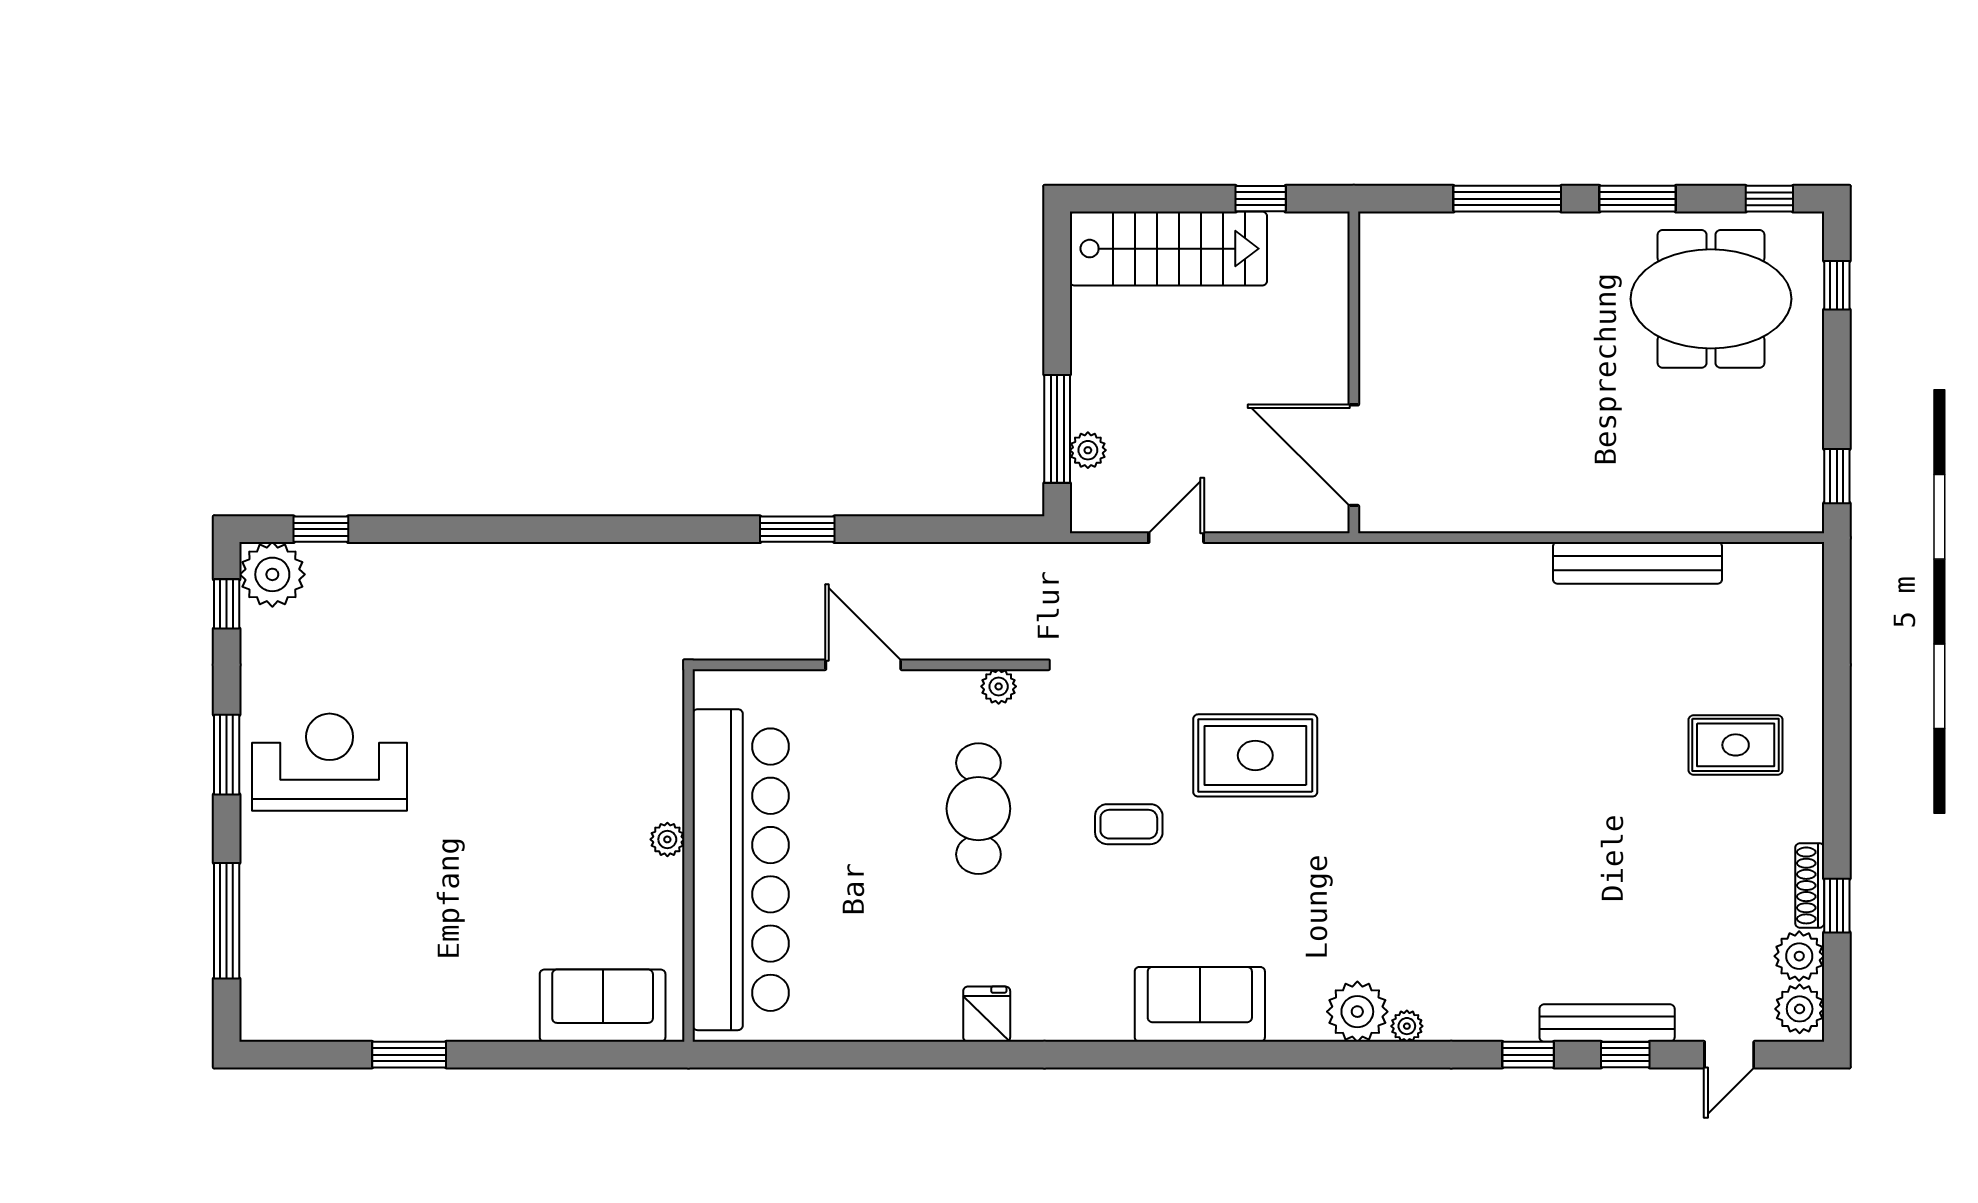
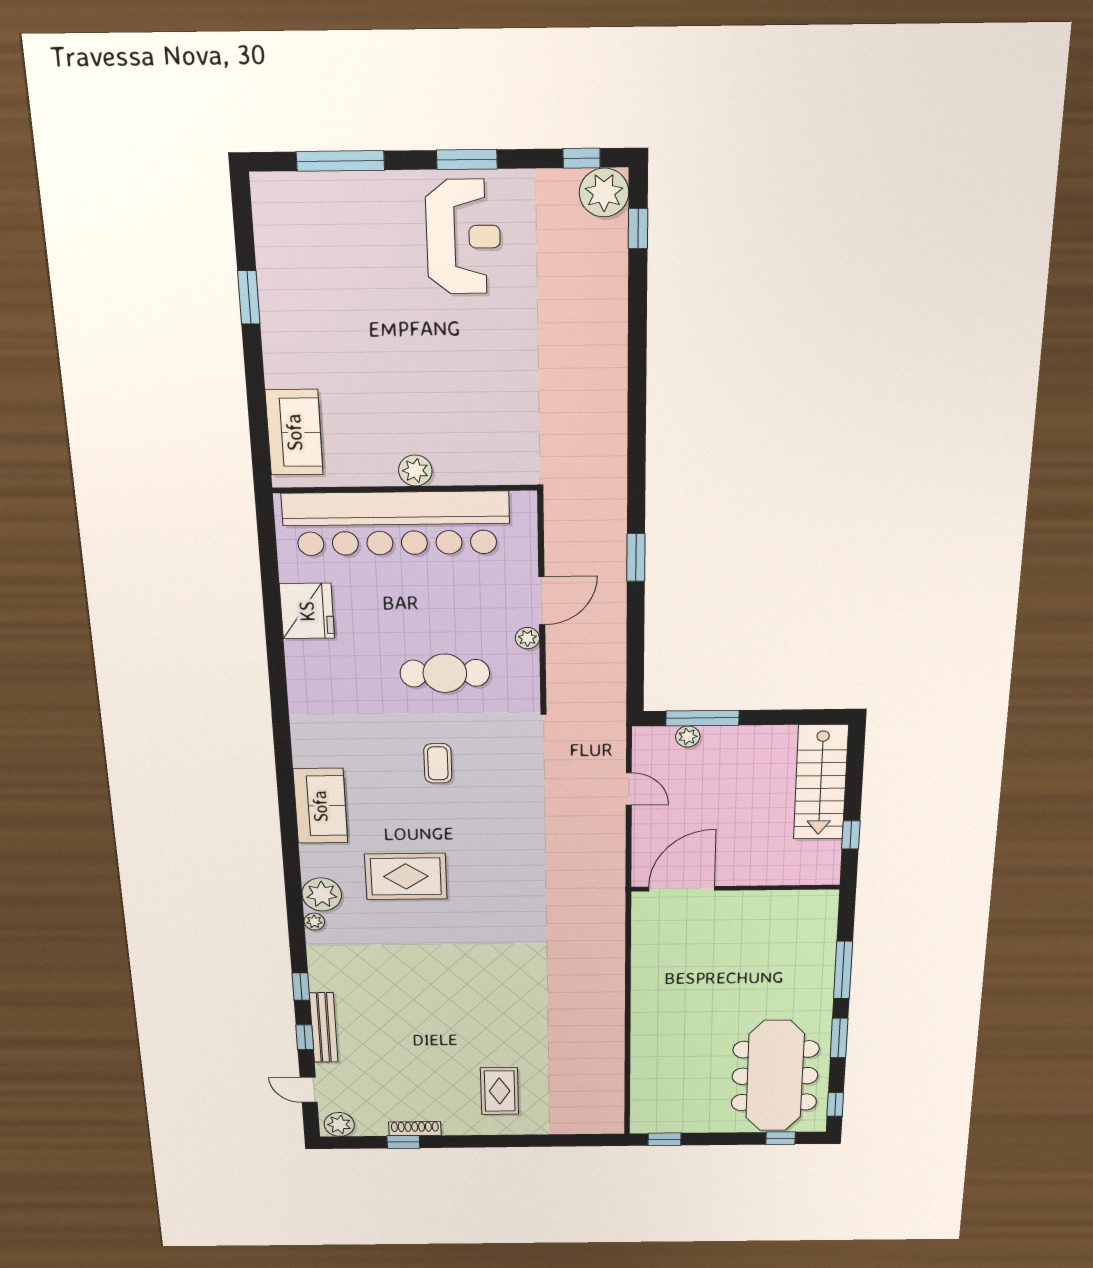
meeting table: (1711, 299) -> (775, 1076), width x1.36
bench: (1638, 563) -> (612, 1040), removed
plant: (999, 686) -> (527, 638), moved
rug: (1255, 755) -> (406, 876), moved, turned 90
plant: (667, 839) -> (415, 470), width x1.38, depth x1.38
plant: (1799, 956) -> (371, 1124), removed
fridge: (987, 1014) -> (307, 611), moved, width x1.88, depth x1.34

